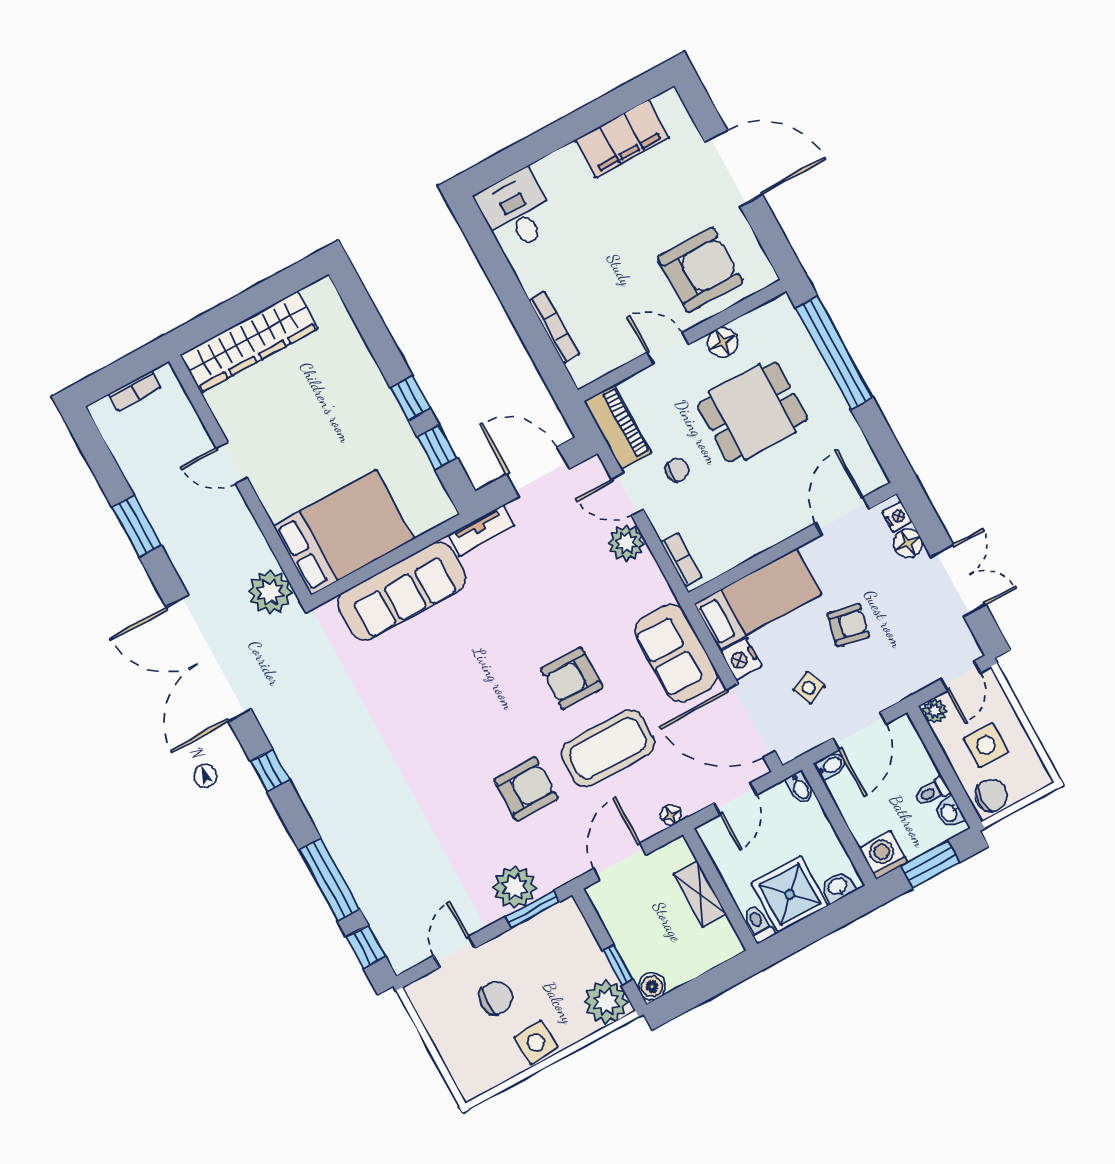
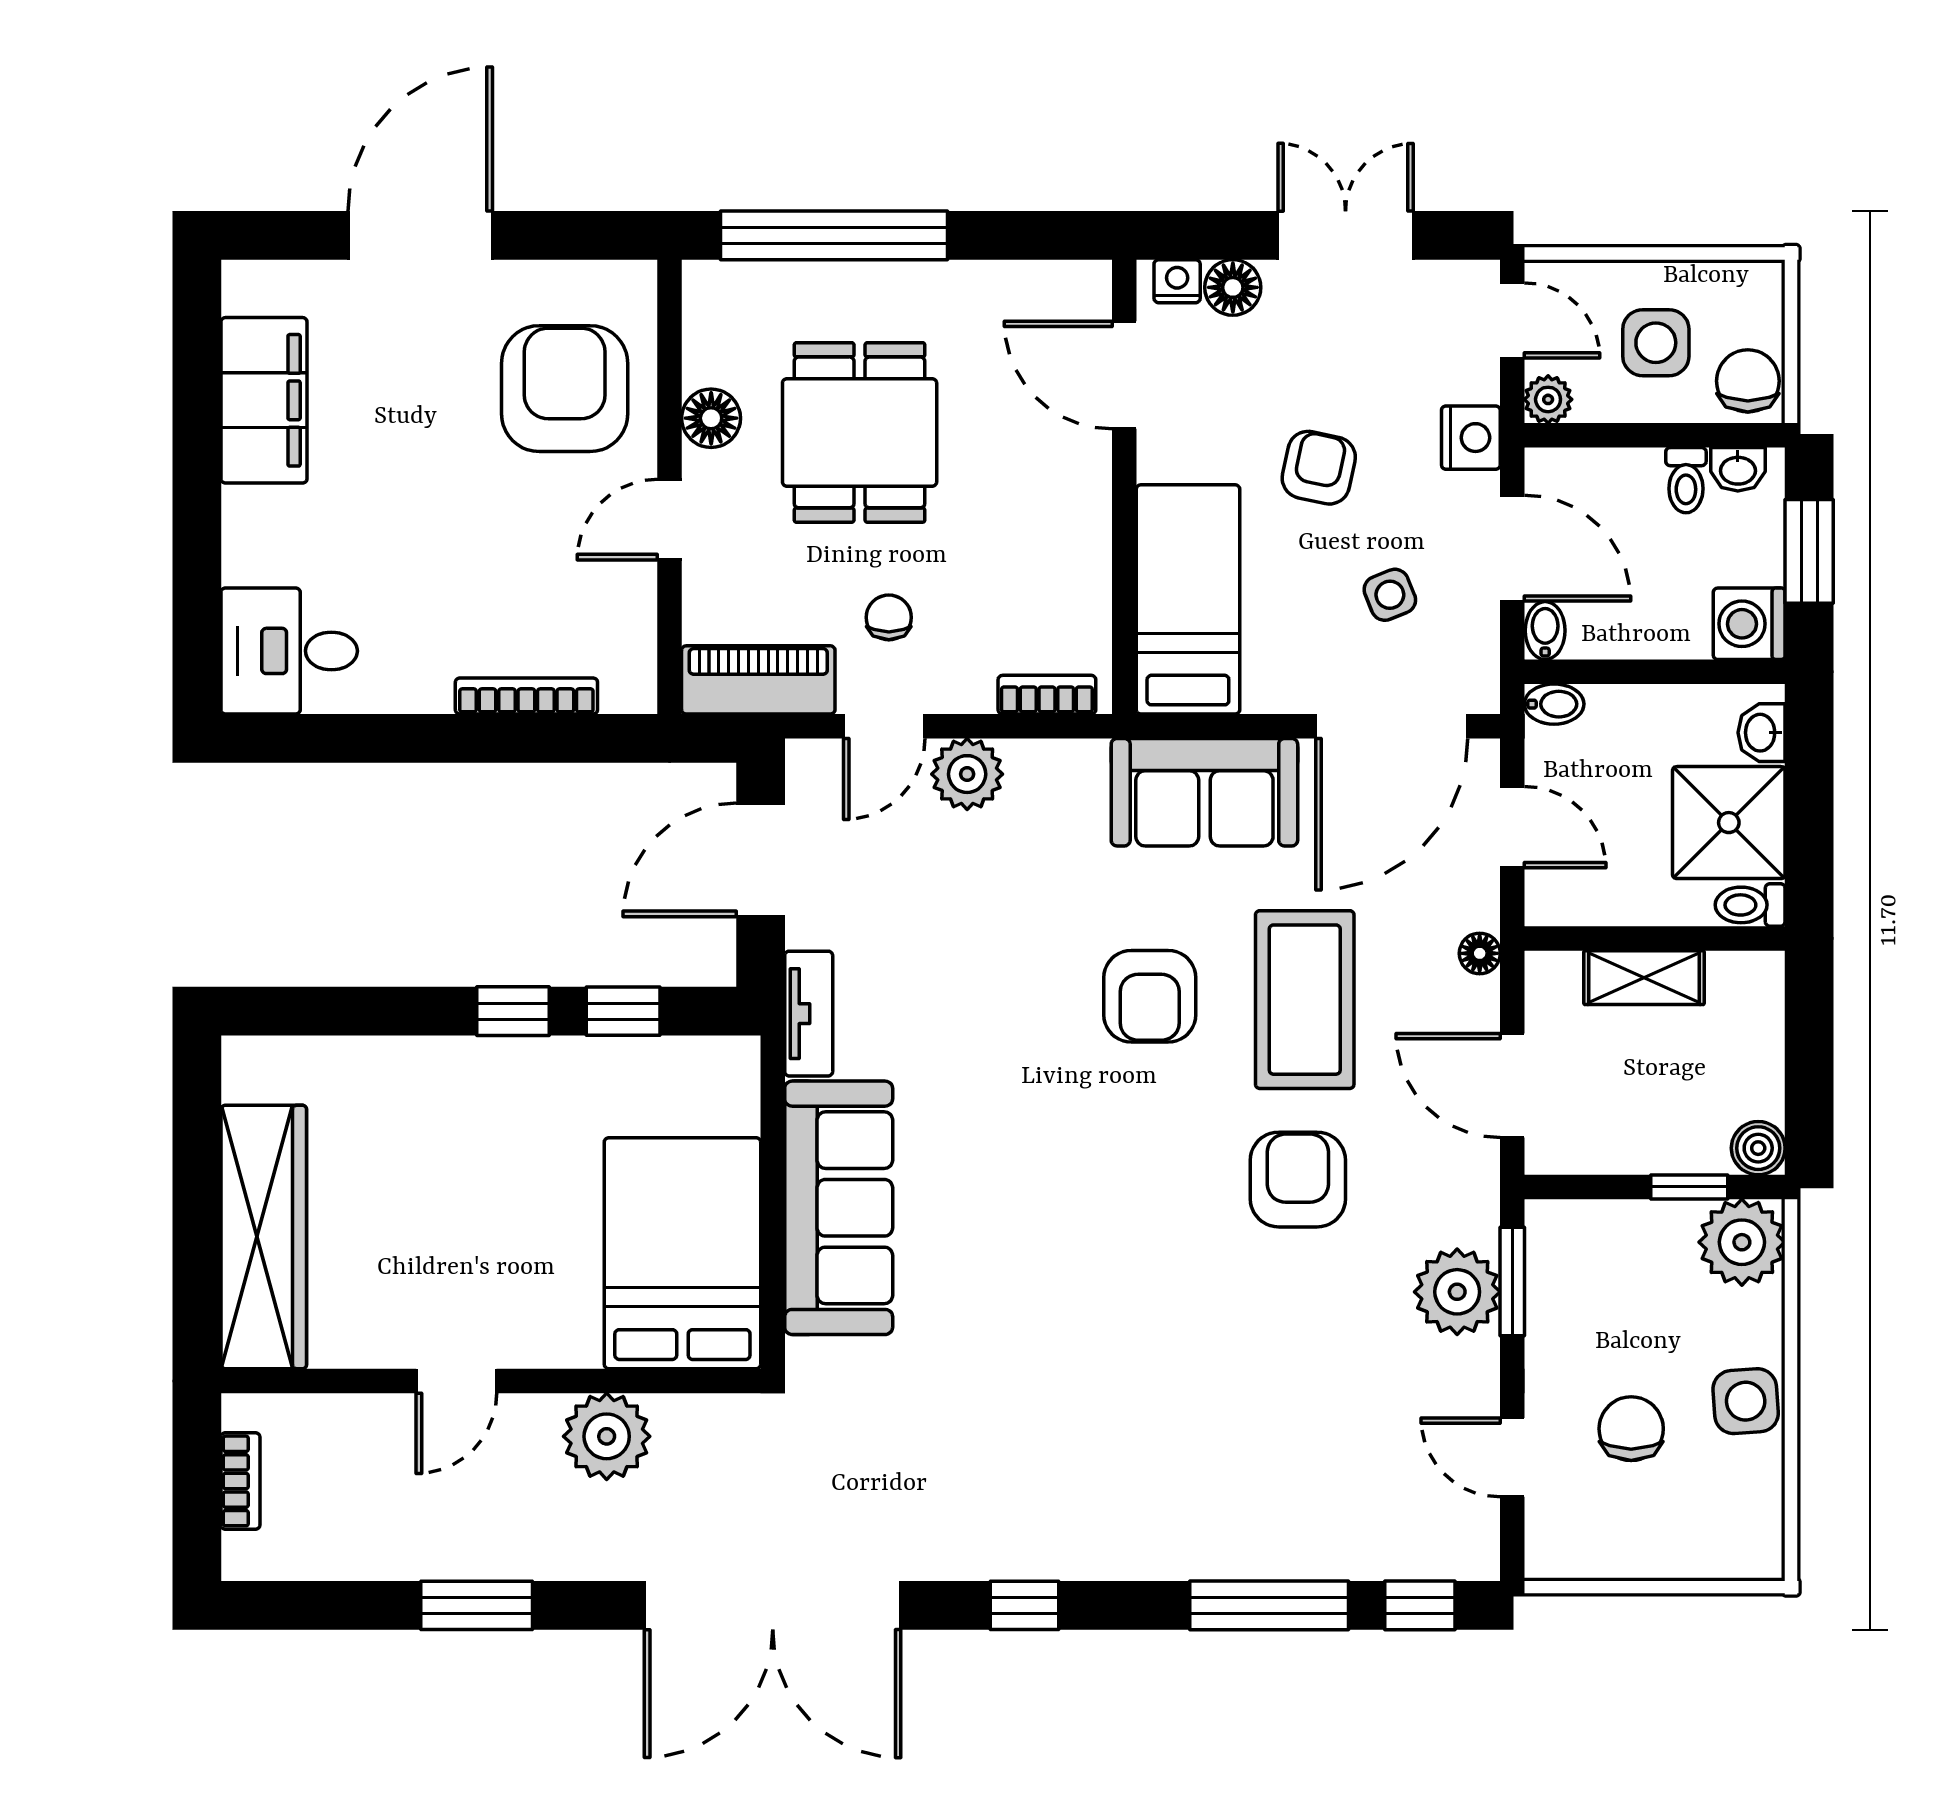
plant: (270, 592) -> (607, 1436), moved
nightstand: (741, 659) -> (1471, 438), moved, turned -90

